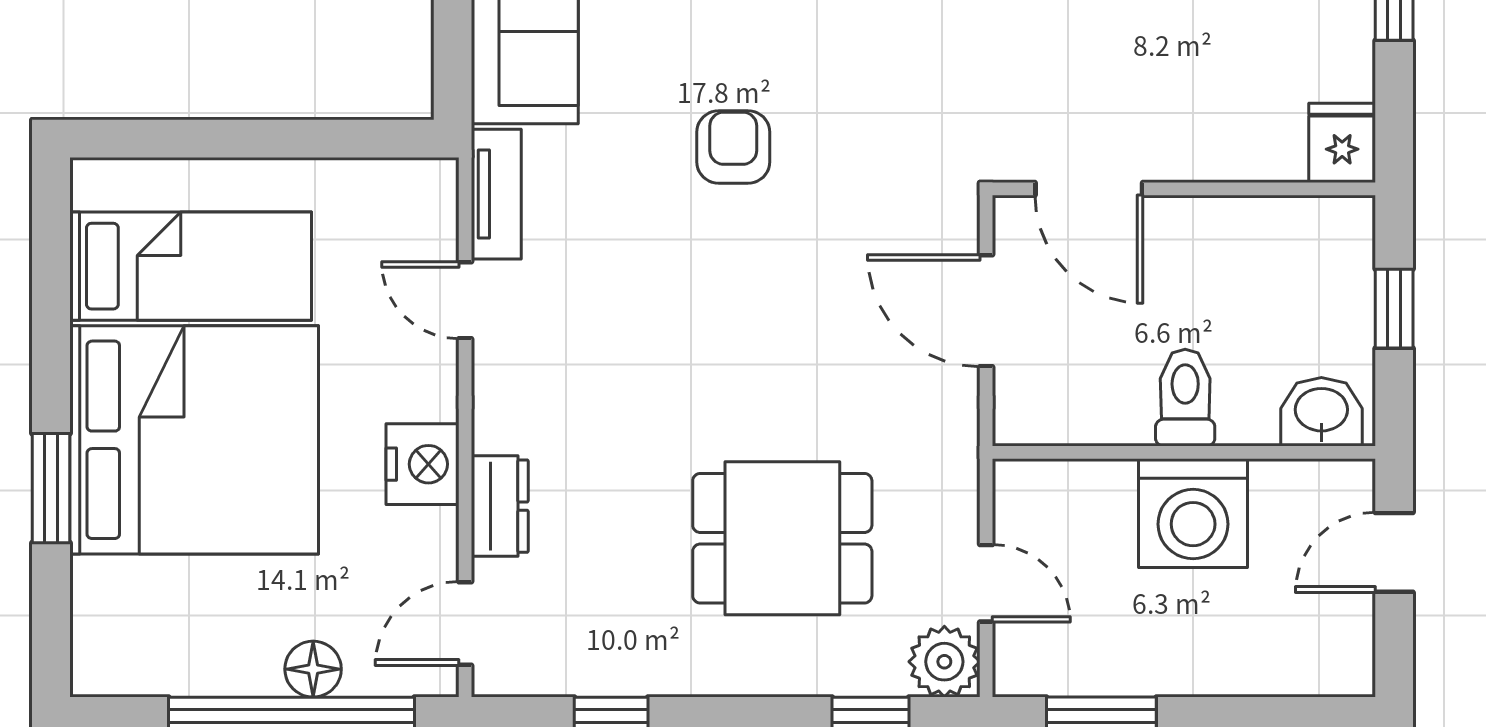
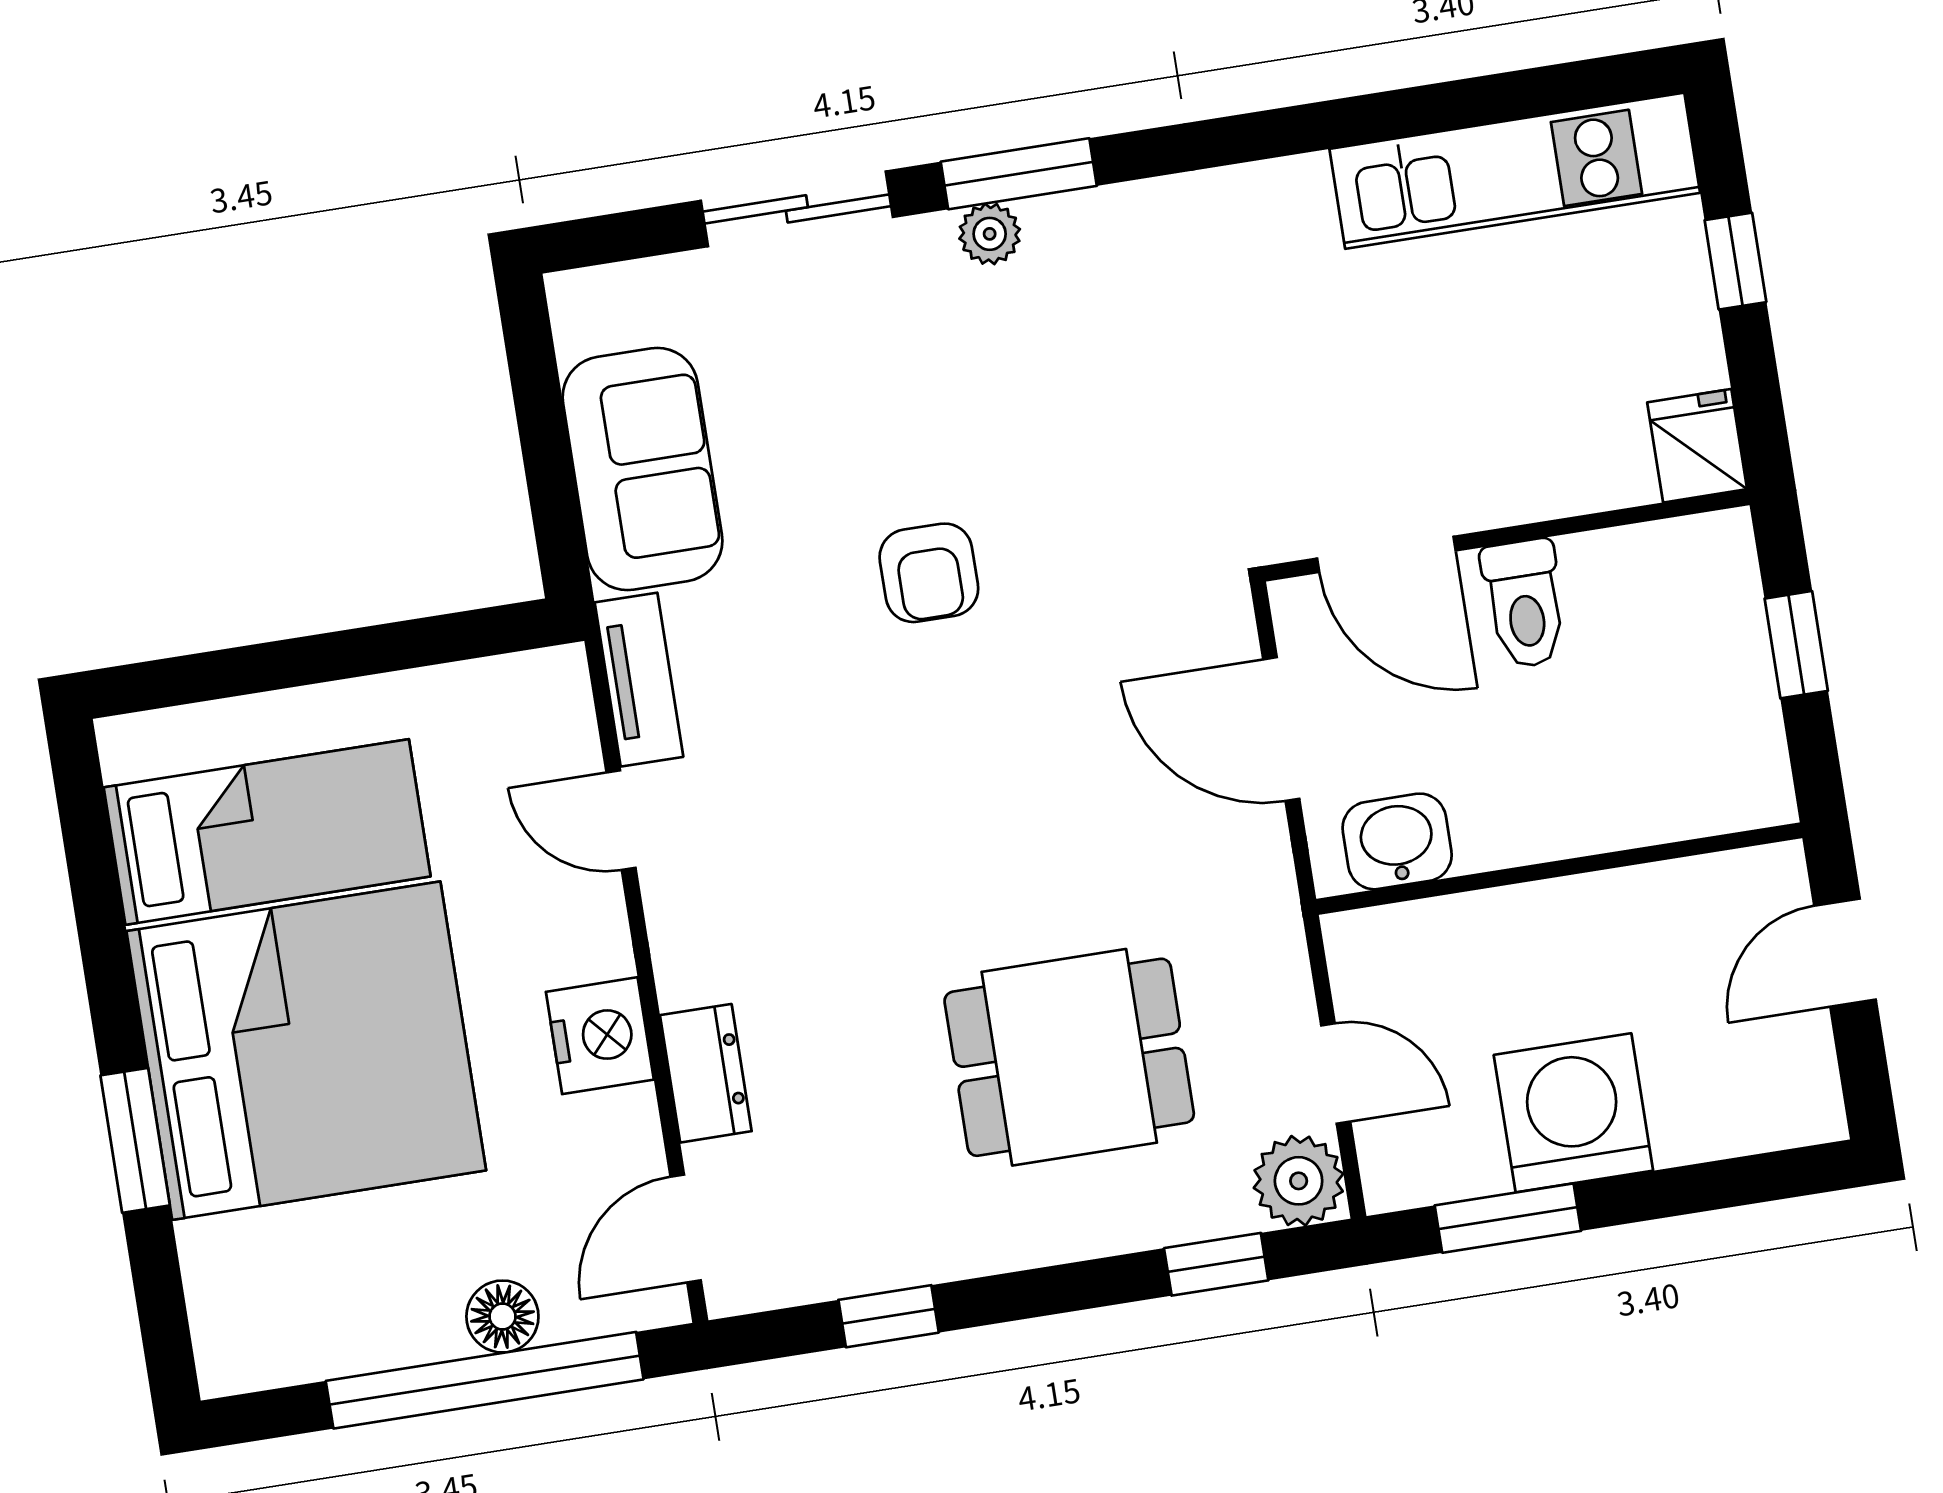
armchair: (733, 147) -> (929, 573), turned 180
toilet: (1185, 398) -> (1525, 604), moved, turned 180
washbasin: (1321, 412) -> (1397, 841), moved
washing machine: (1193, 513) -> (1573, 1113), moved, turned 180

